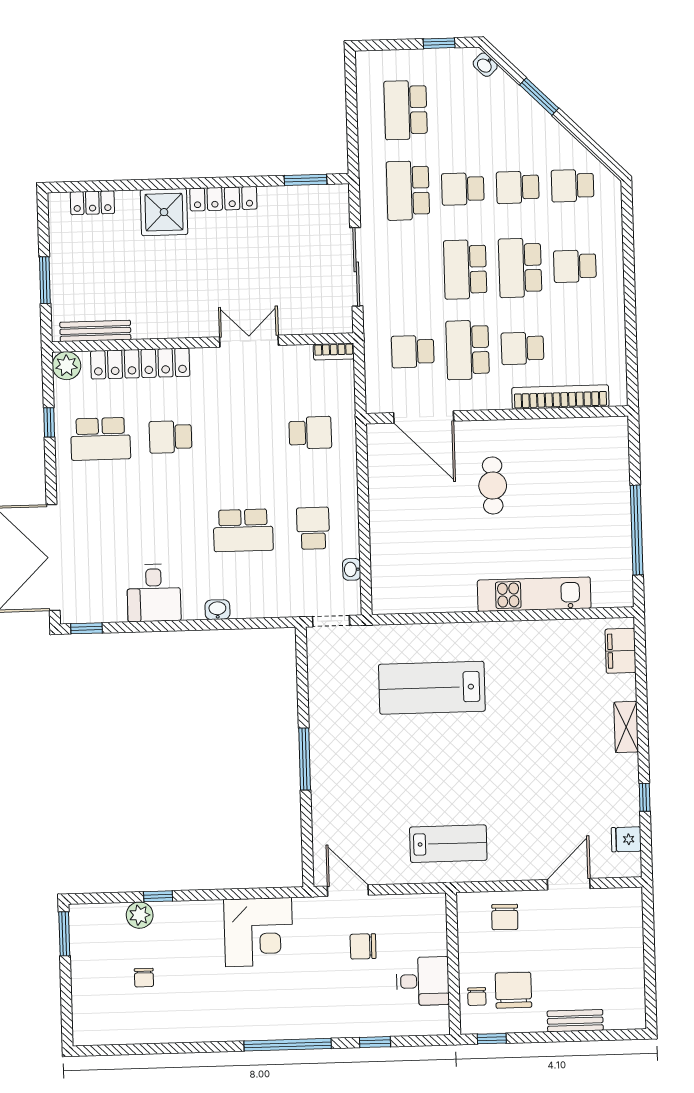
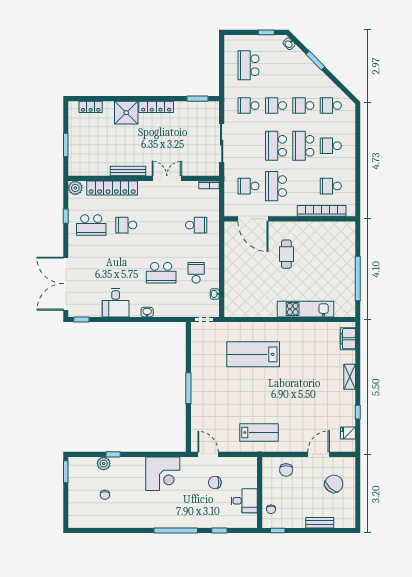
school desk: (408, 191) -> (249, 105), width x0.54
bench: (95, 331) -> (128, 171), moved
school desk: (522, 348) -> (331, 186), moved
chair: (513, 990) -> (334, 484), moved, turned 43

